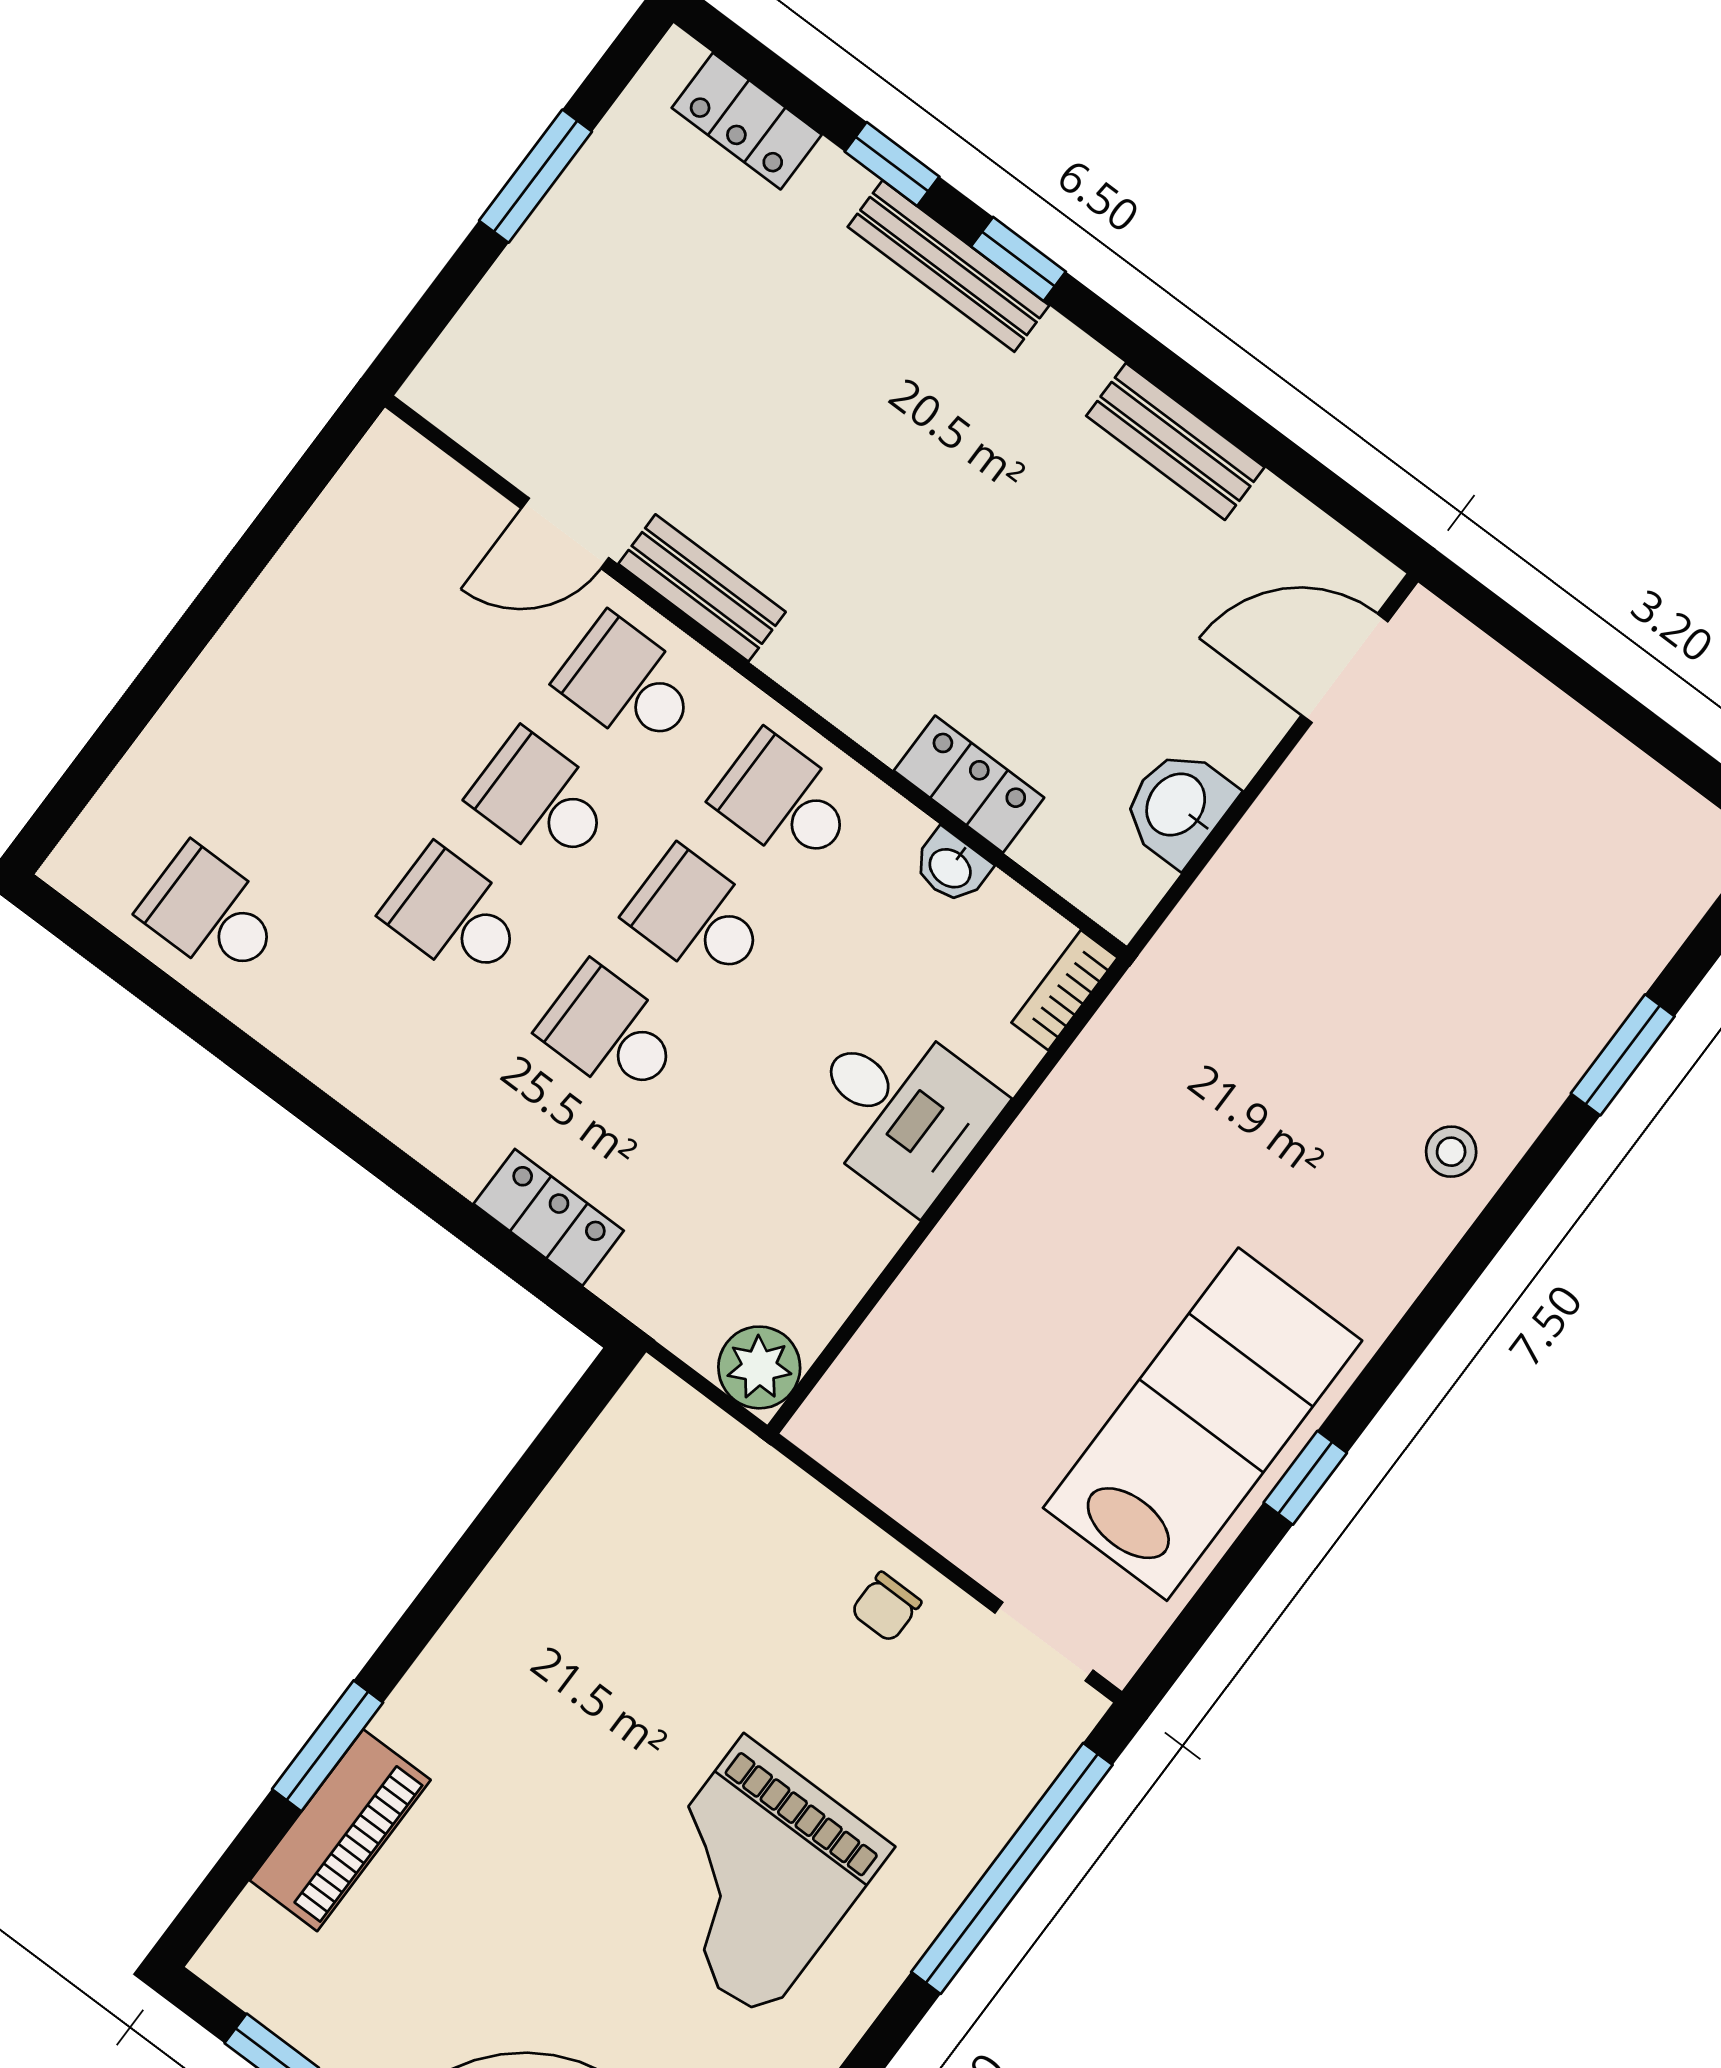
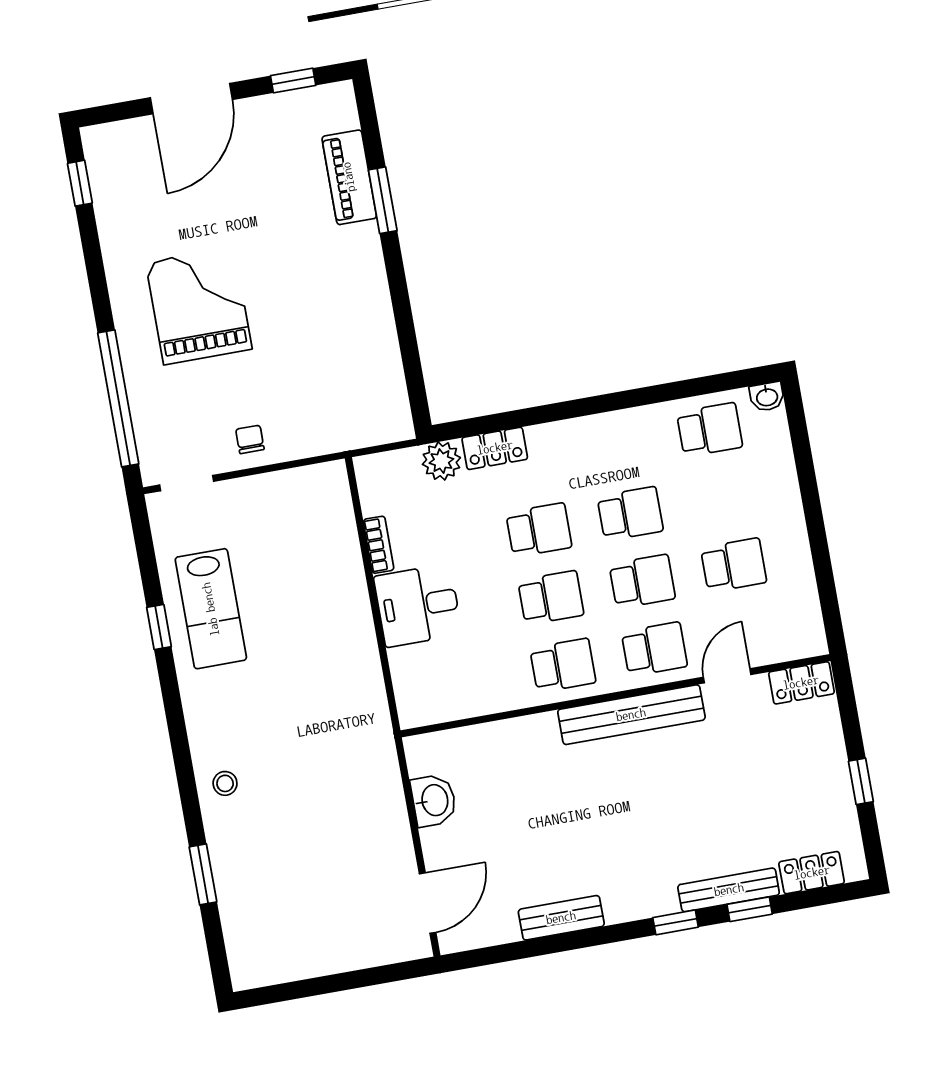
window: (536, 176) -> (861, 781), width x0.67
bench: (948, 266) -> (729, 890), moved
bench: (702, 588) -> (631, 715), width x1.86, depth x1.21
school desk: (385, 682) -> (734, 565), added
locker: (969, 784) -> (801, 683), moved
washbasin: (951, 867) -> (767, 397), moved, turned 180
bookcase: (1065, 990) -> (379, 545), moved
plant: (759, 1367) -> (441, 461), moved
lab bench: (1203, 1424) -> (211, 609), width x0.73, depth x0.72

